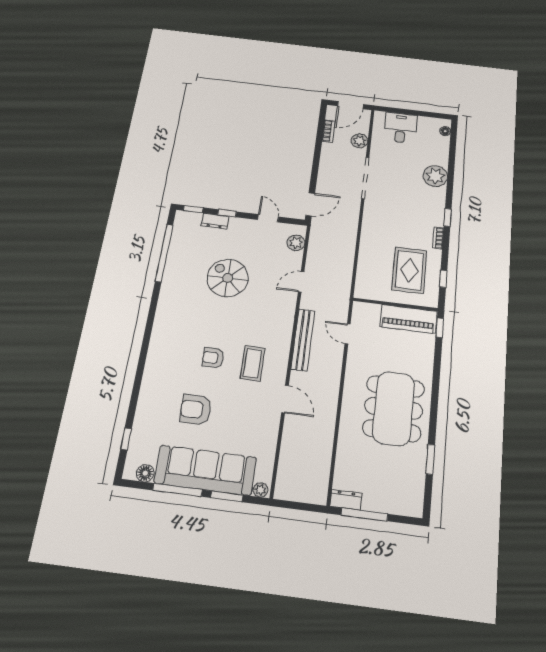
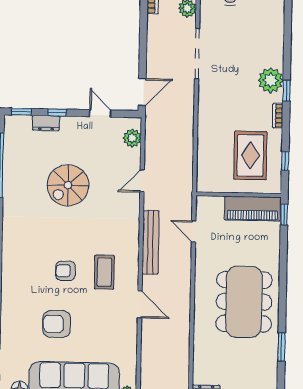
plant: (435, 176) -> (271, 80), moved
spiral stairs: (228, 278) -> (68, 185), turned -90

